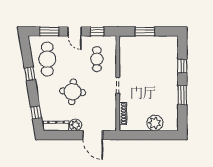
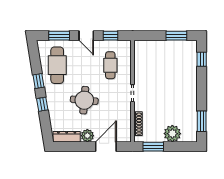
window: (145, 31) -> (176, 36), moved
window: (182, 66) -> (202, 59), moved
window: (182, 95) -> (202, 121), moved
window: (36, 112) -> (42, 104), moved
door: (93, 135) -> (106, 147), swing flipped
window: (137, 135) -> (153, 147), added

